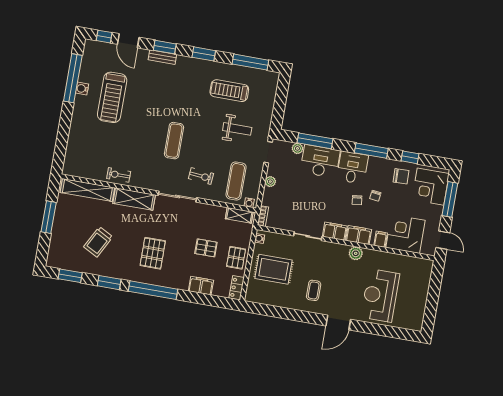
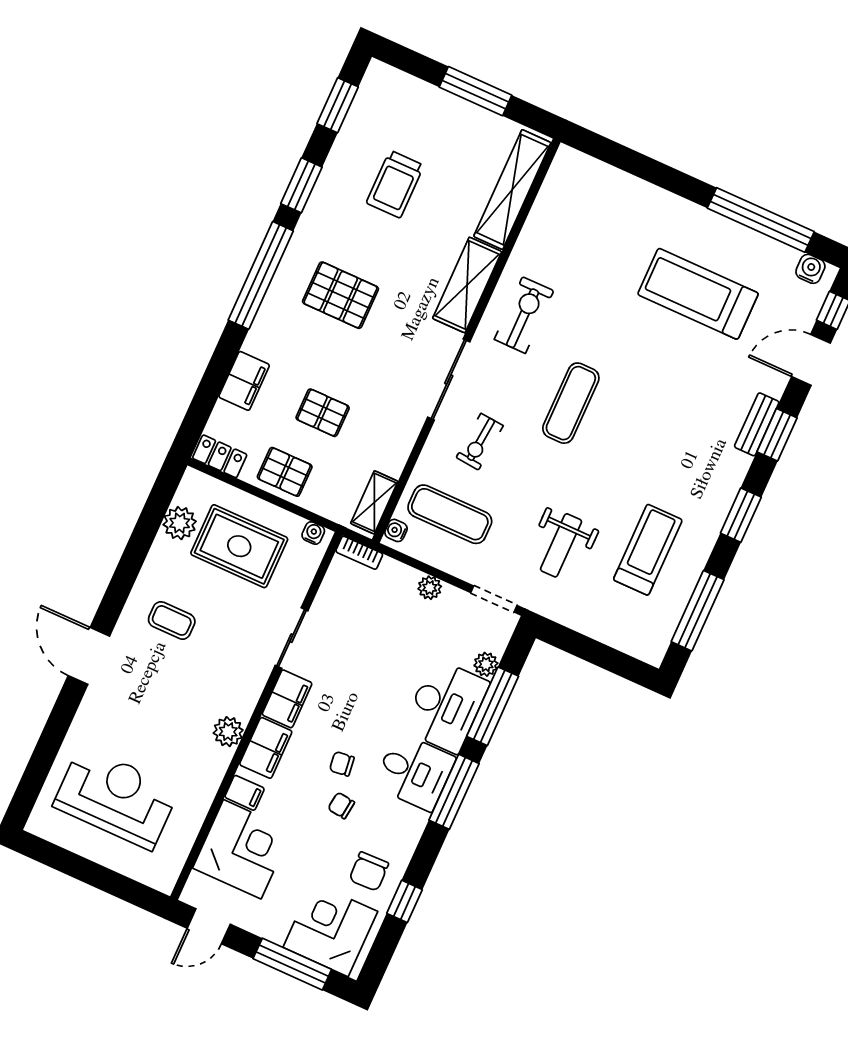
water cooler: (82, 89) -> (810, 269), moved
exercise mat: (174, 141) -> (571, 403), turned 90
window: (371, 151) -> (454, 792), moved
exercise bike: (119, 175) -> (524, 315), moved, width x1.38, depth x1.39
trolley: (98, 242) -> (395, 184), turned -118
pallet: (206, 248) -> (323, 413), turned 90
rug: (274, 269) -> (239, 546), turned 90
reception desk: (380, 296) -> (116, 798), moved
plant: (270, 298) -> (180, 523), added

